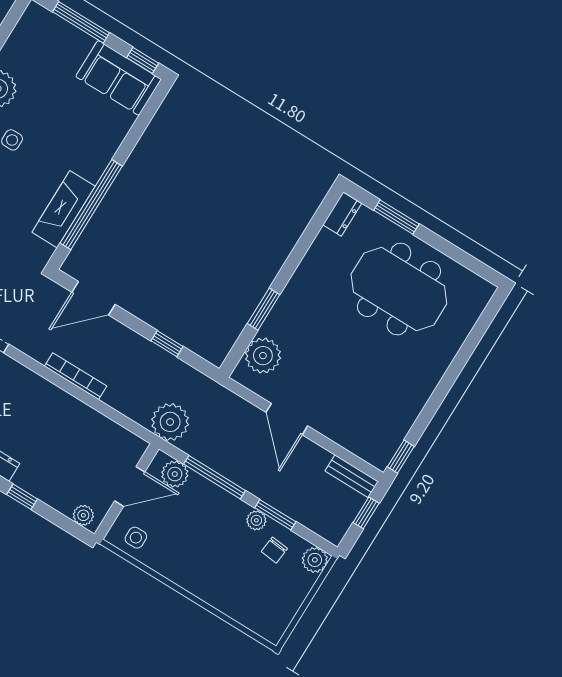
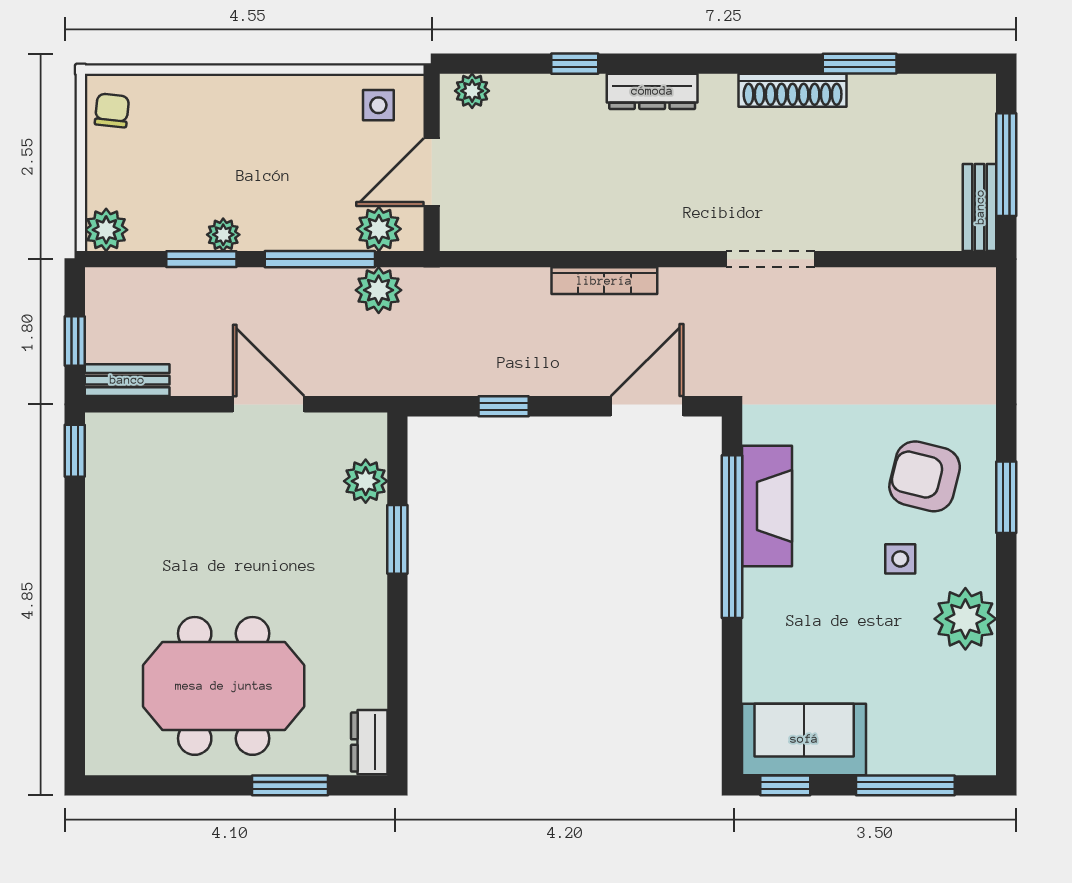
plant: (263, 356) -> (366, 481), width x0.73, depth x0.73
plant: (170, 422) -> (379, 290), moved, width x0.73, depth x0.73
chair: (274, 550) -> (112, 110), moved

